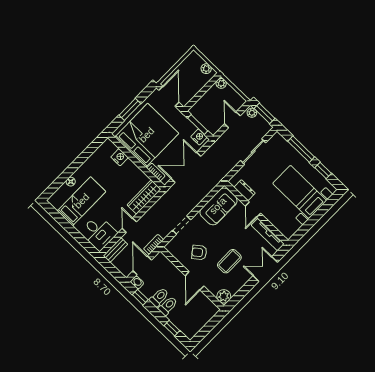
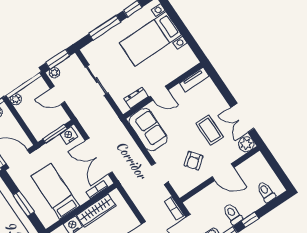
bed: (147, 135) -> (55, 191), width x0.49
wardrobe: (144, 197) -> (96, 211), moved, turned -90
tv unit: (268, 235) -> (194, 79), width x0.71
double door: (265, 269) -> (243, 118), moved
toilet: (168, 306) -> (266, 192), moved
window: (172, 328) -> (250, 220), moved

